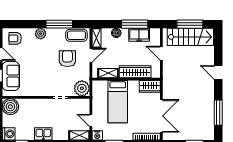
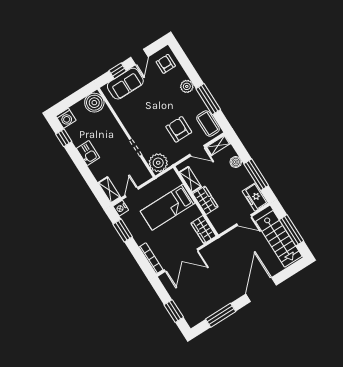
freezer: (139, 35) -> (255, 197), moved
door: (161, 53) -> (244, 220), swing flipped
armchair: (67, 59) -> (179, 129), turned -90
wardrobe: (135, 72) -> (205, 200), width x0.67
door: (218, 72) -> (261, 290), width x1.88

